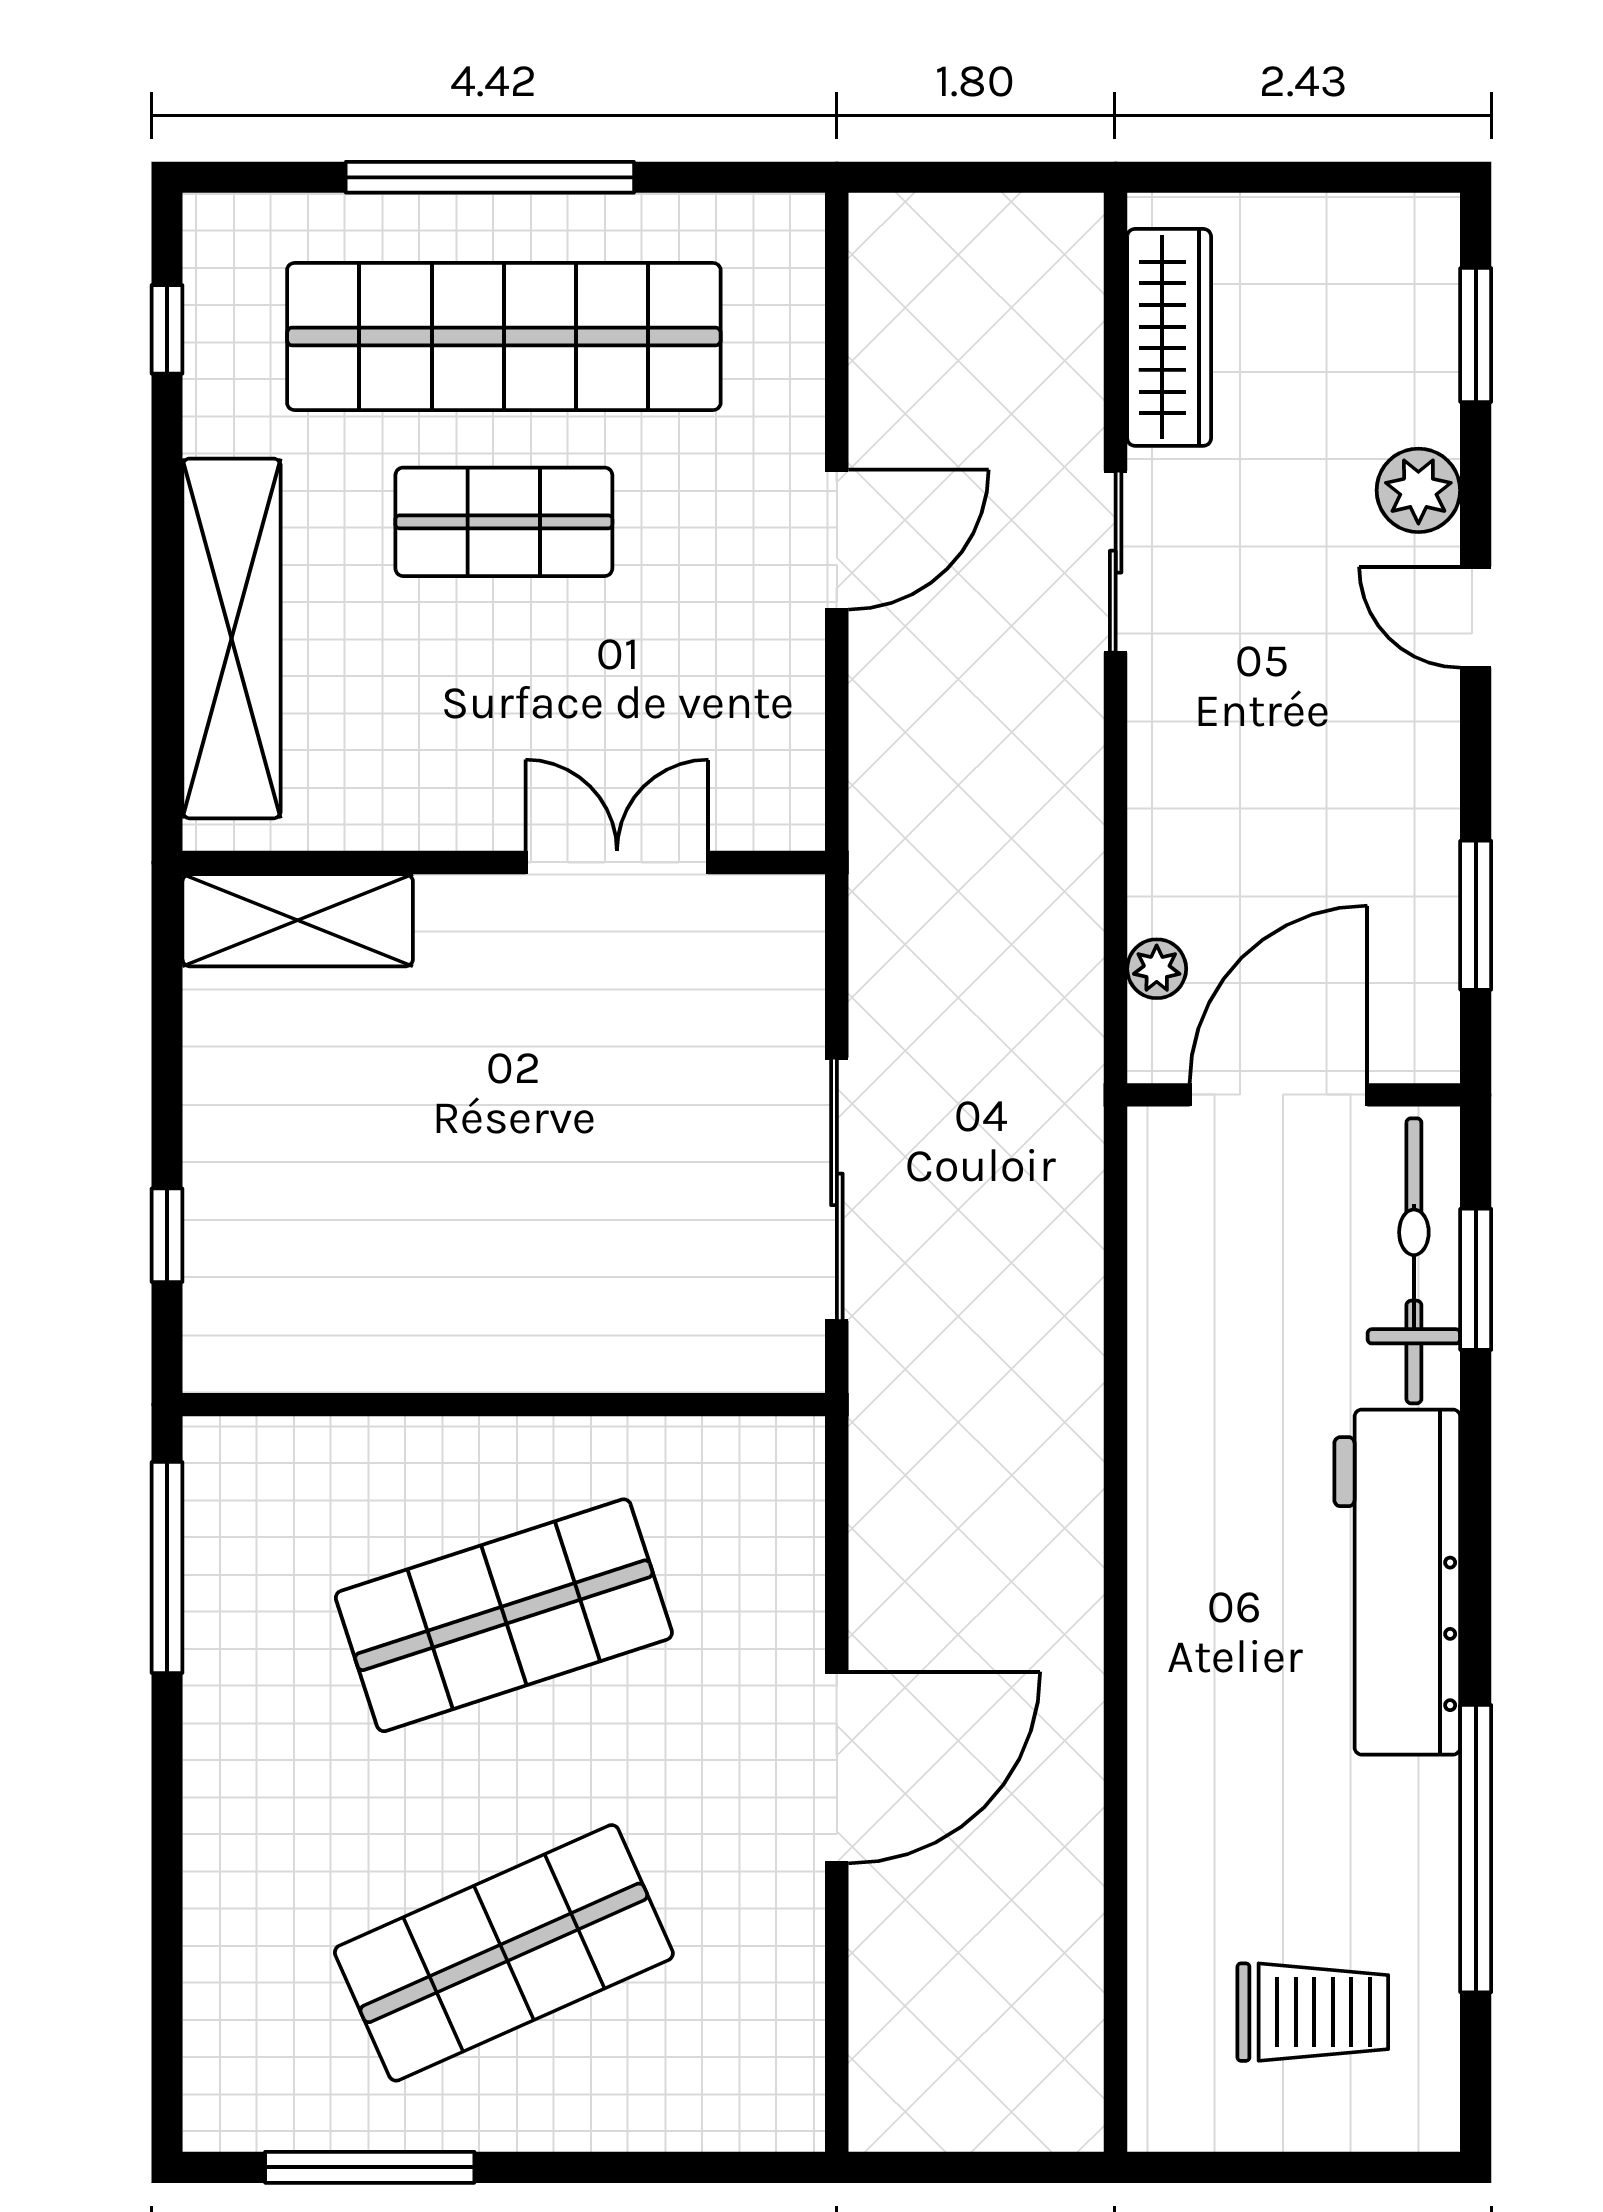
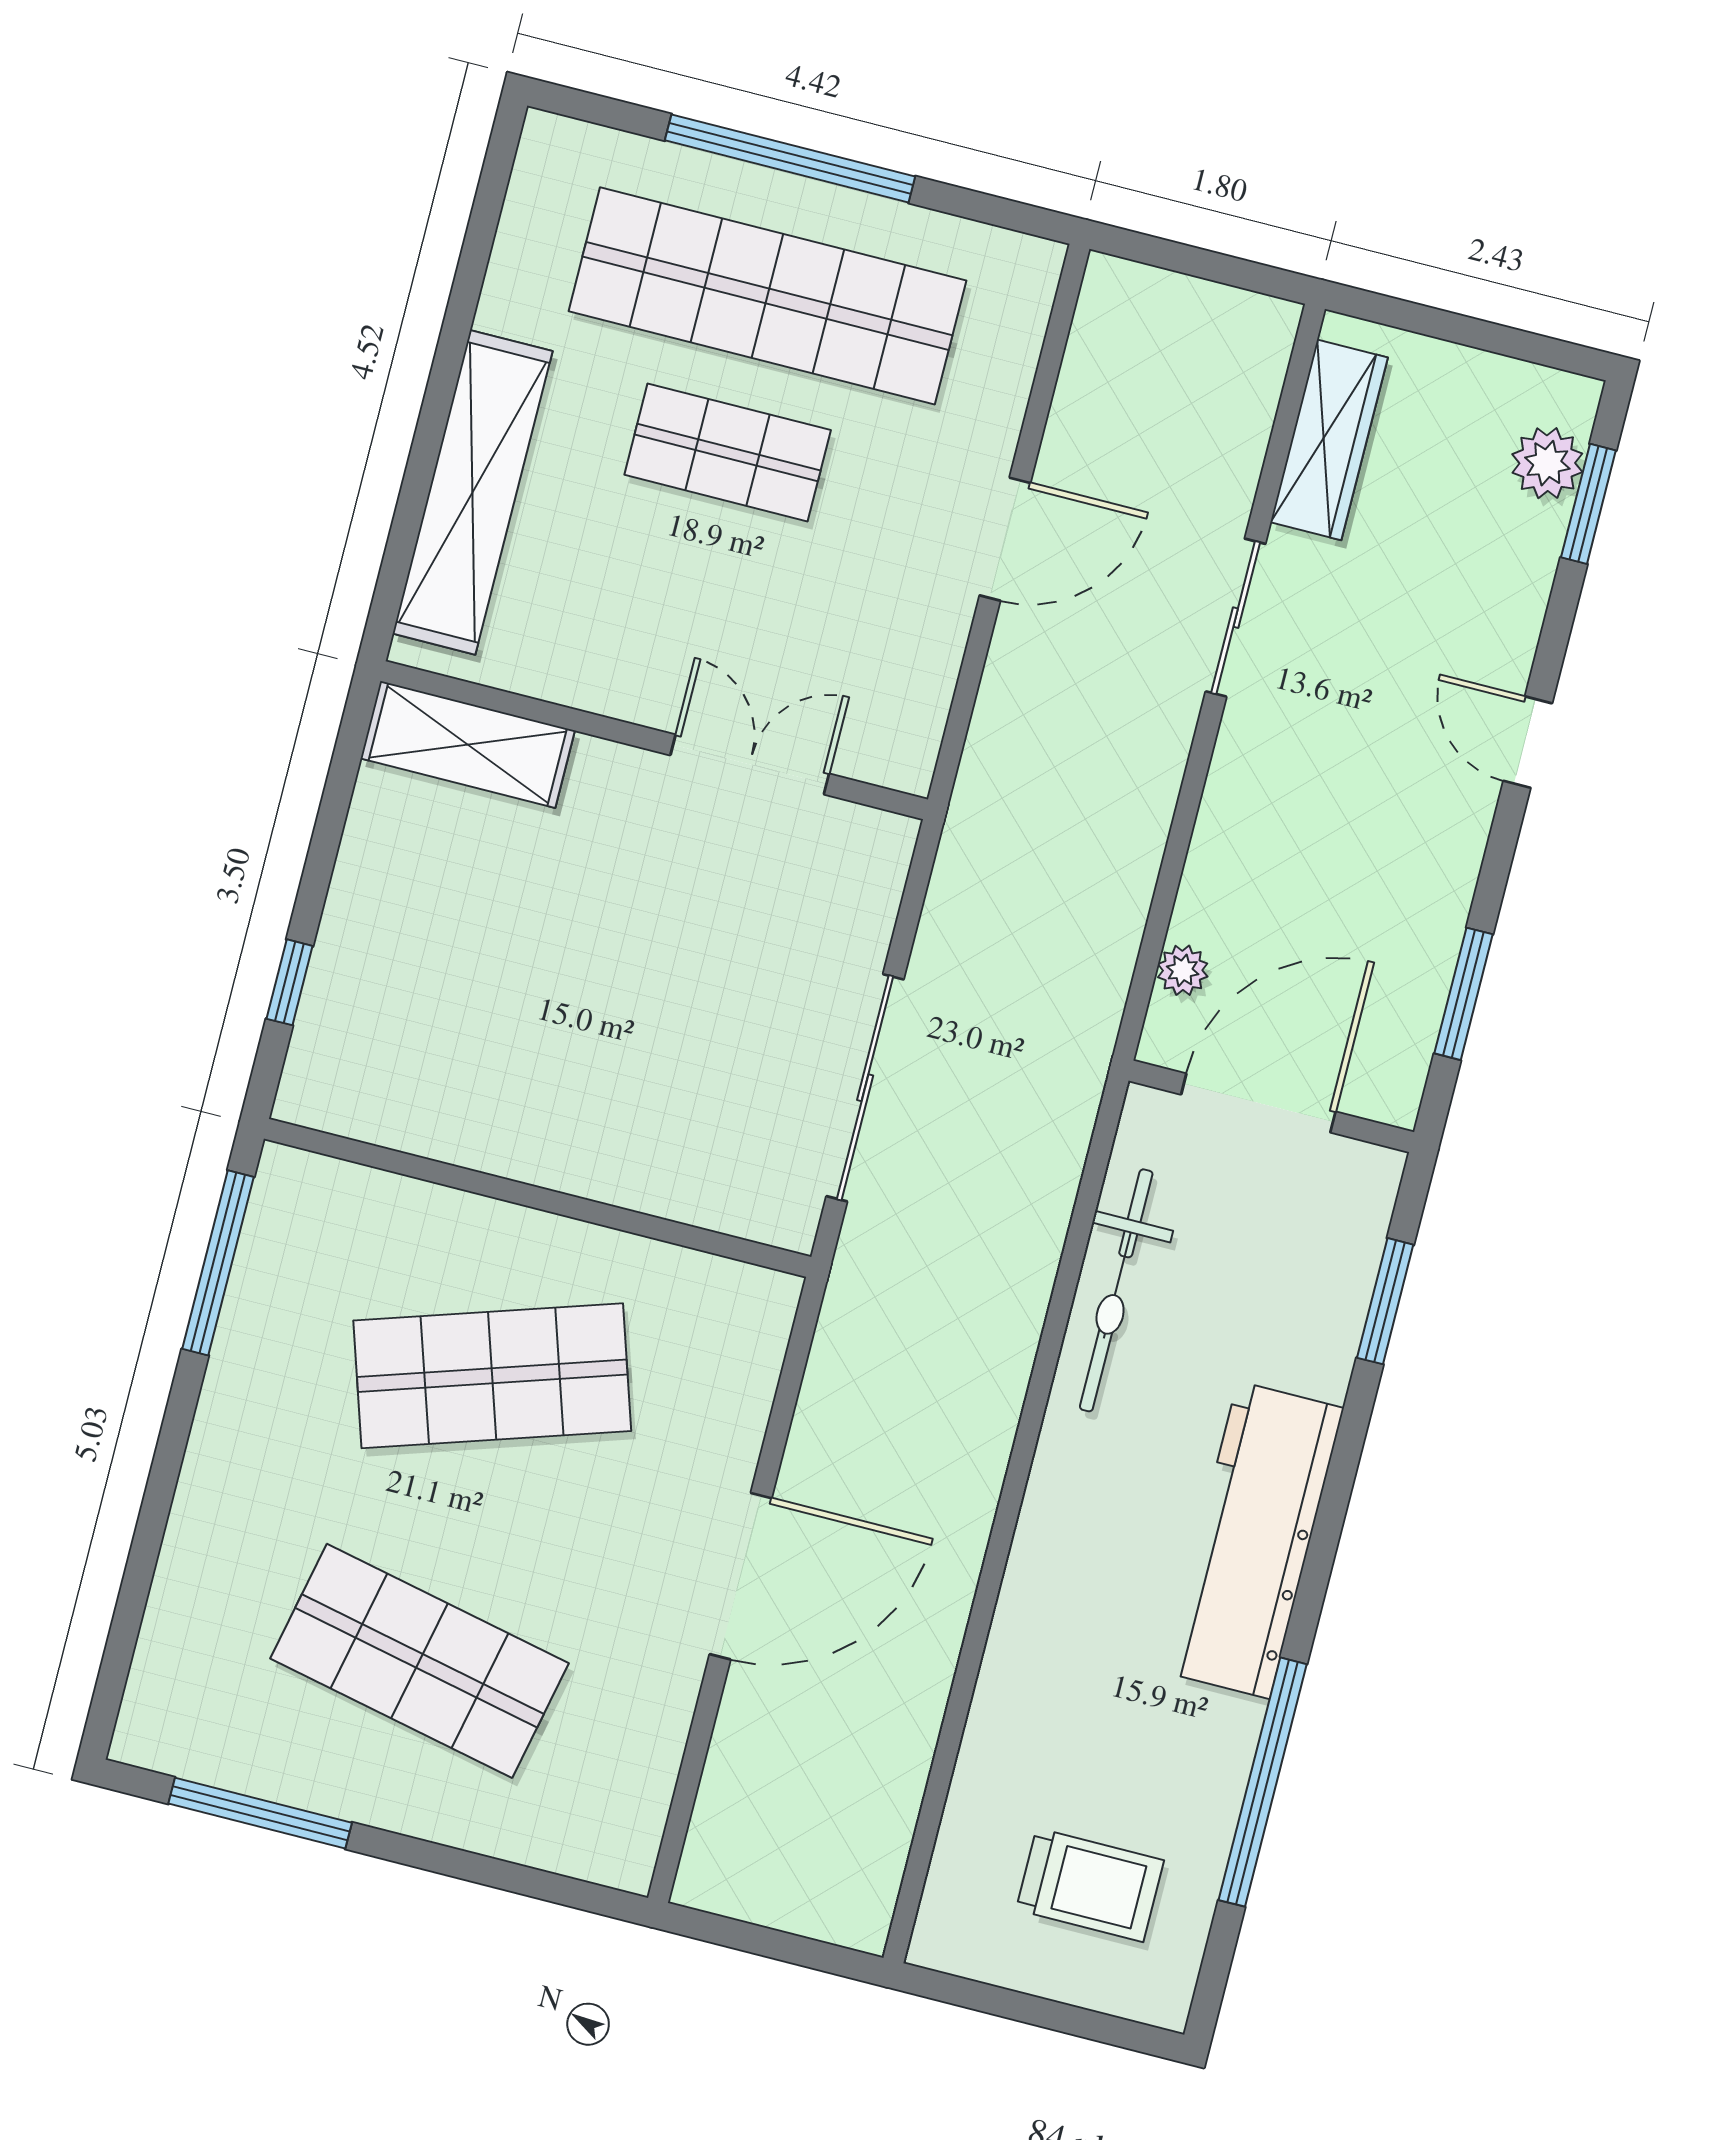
window: (167, 329) -> (485, 217), removed
plant: (1418, 490) -> (1547, 463), moved
bicycle: (1414, 1261) -> (1116, 1290), moved, turned 180
shop shelf: (504, 1953) -> (420, 1661), turned 36

